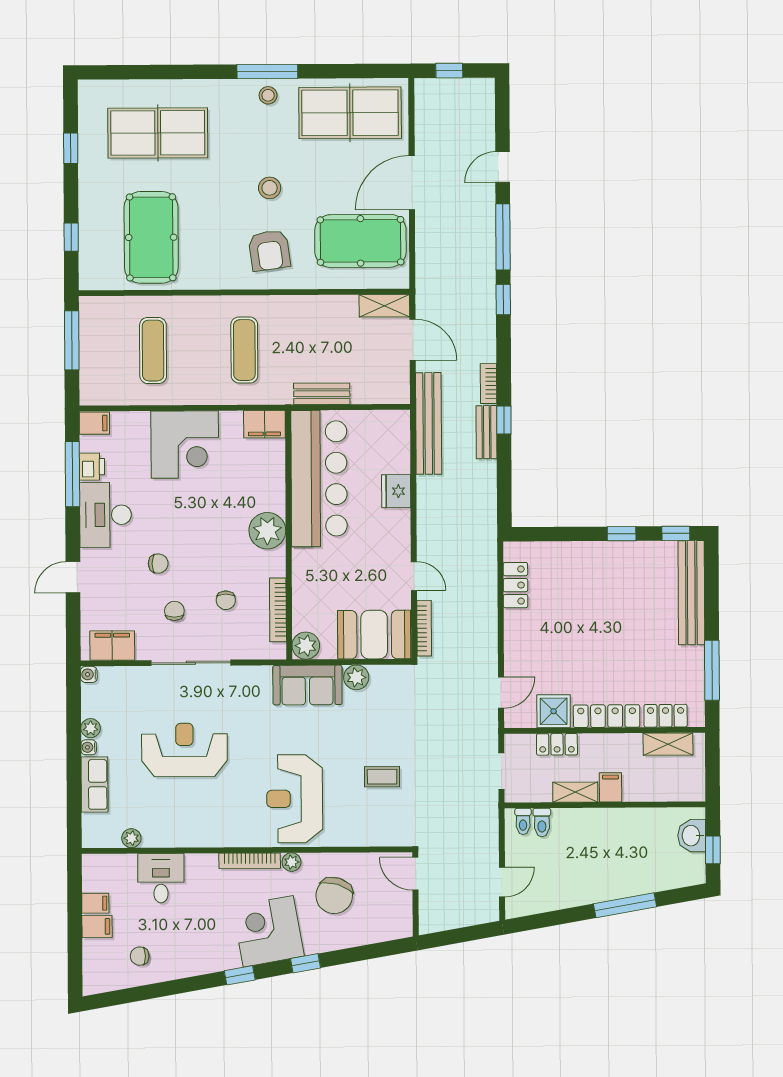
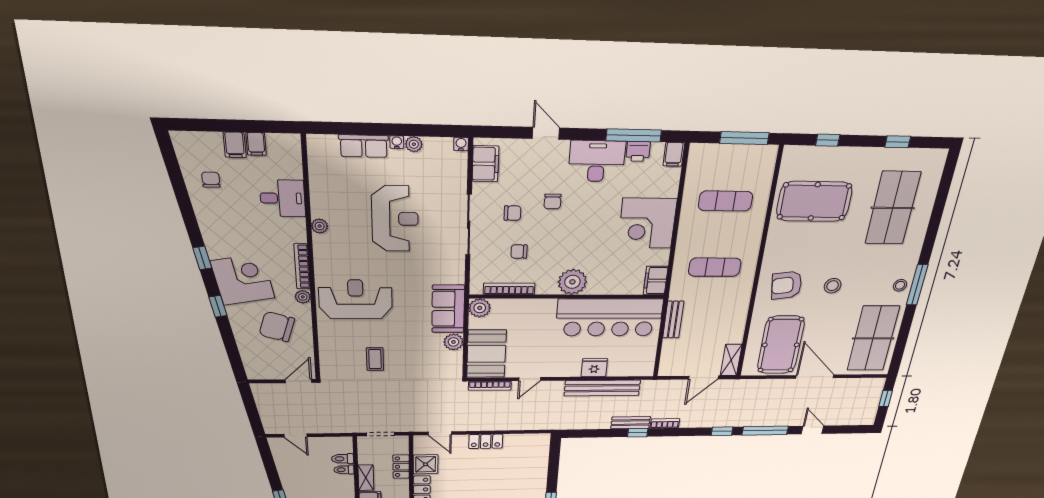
bench: (429, 423) -> (602, 388), moved
locker: (515, 585) -> (486, 441), moved
toilet: (523, 821) -> (344, 470), moved
plant: (131, 838) -> (320, 226), moved

